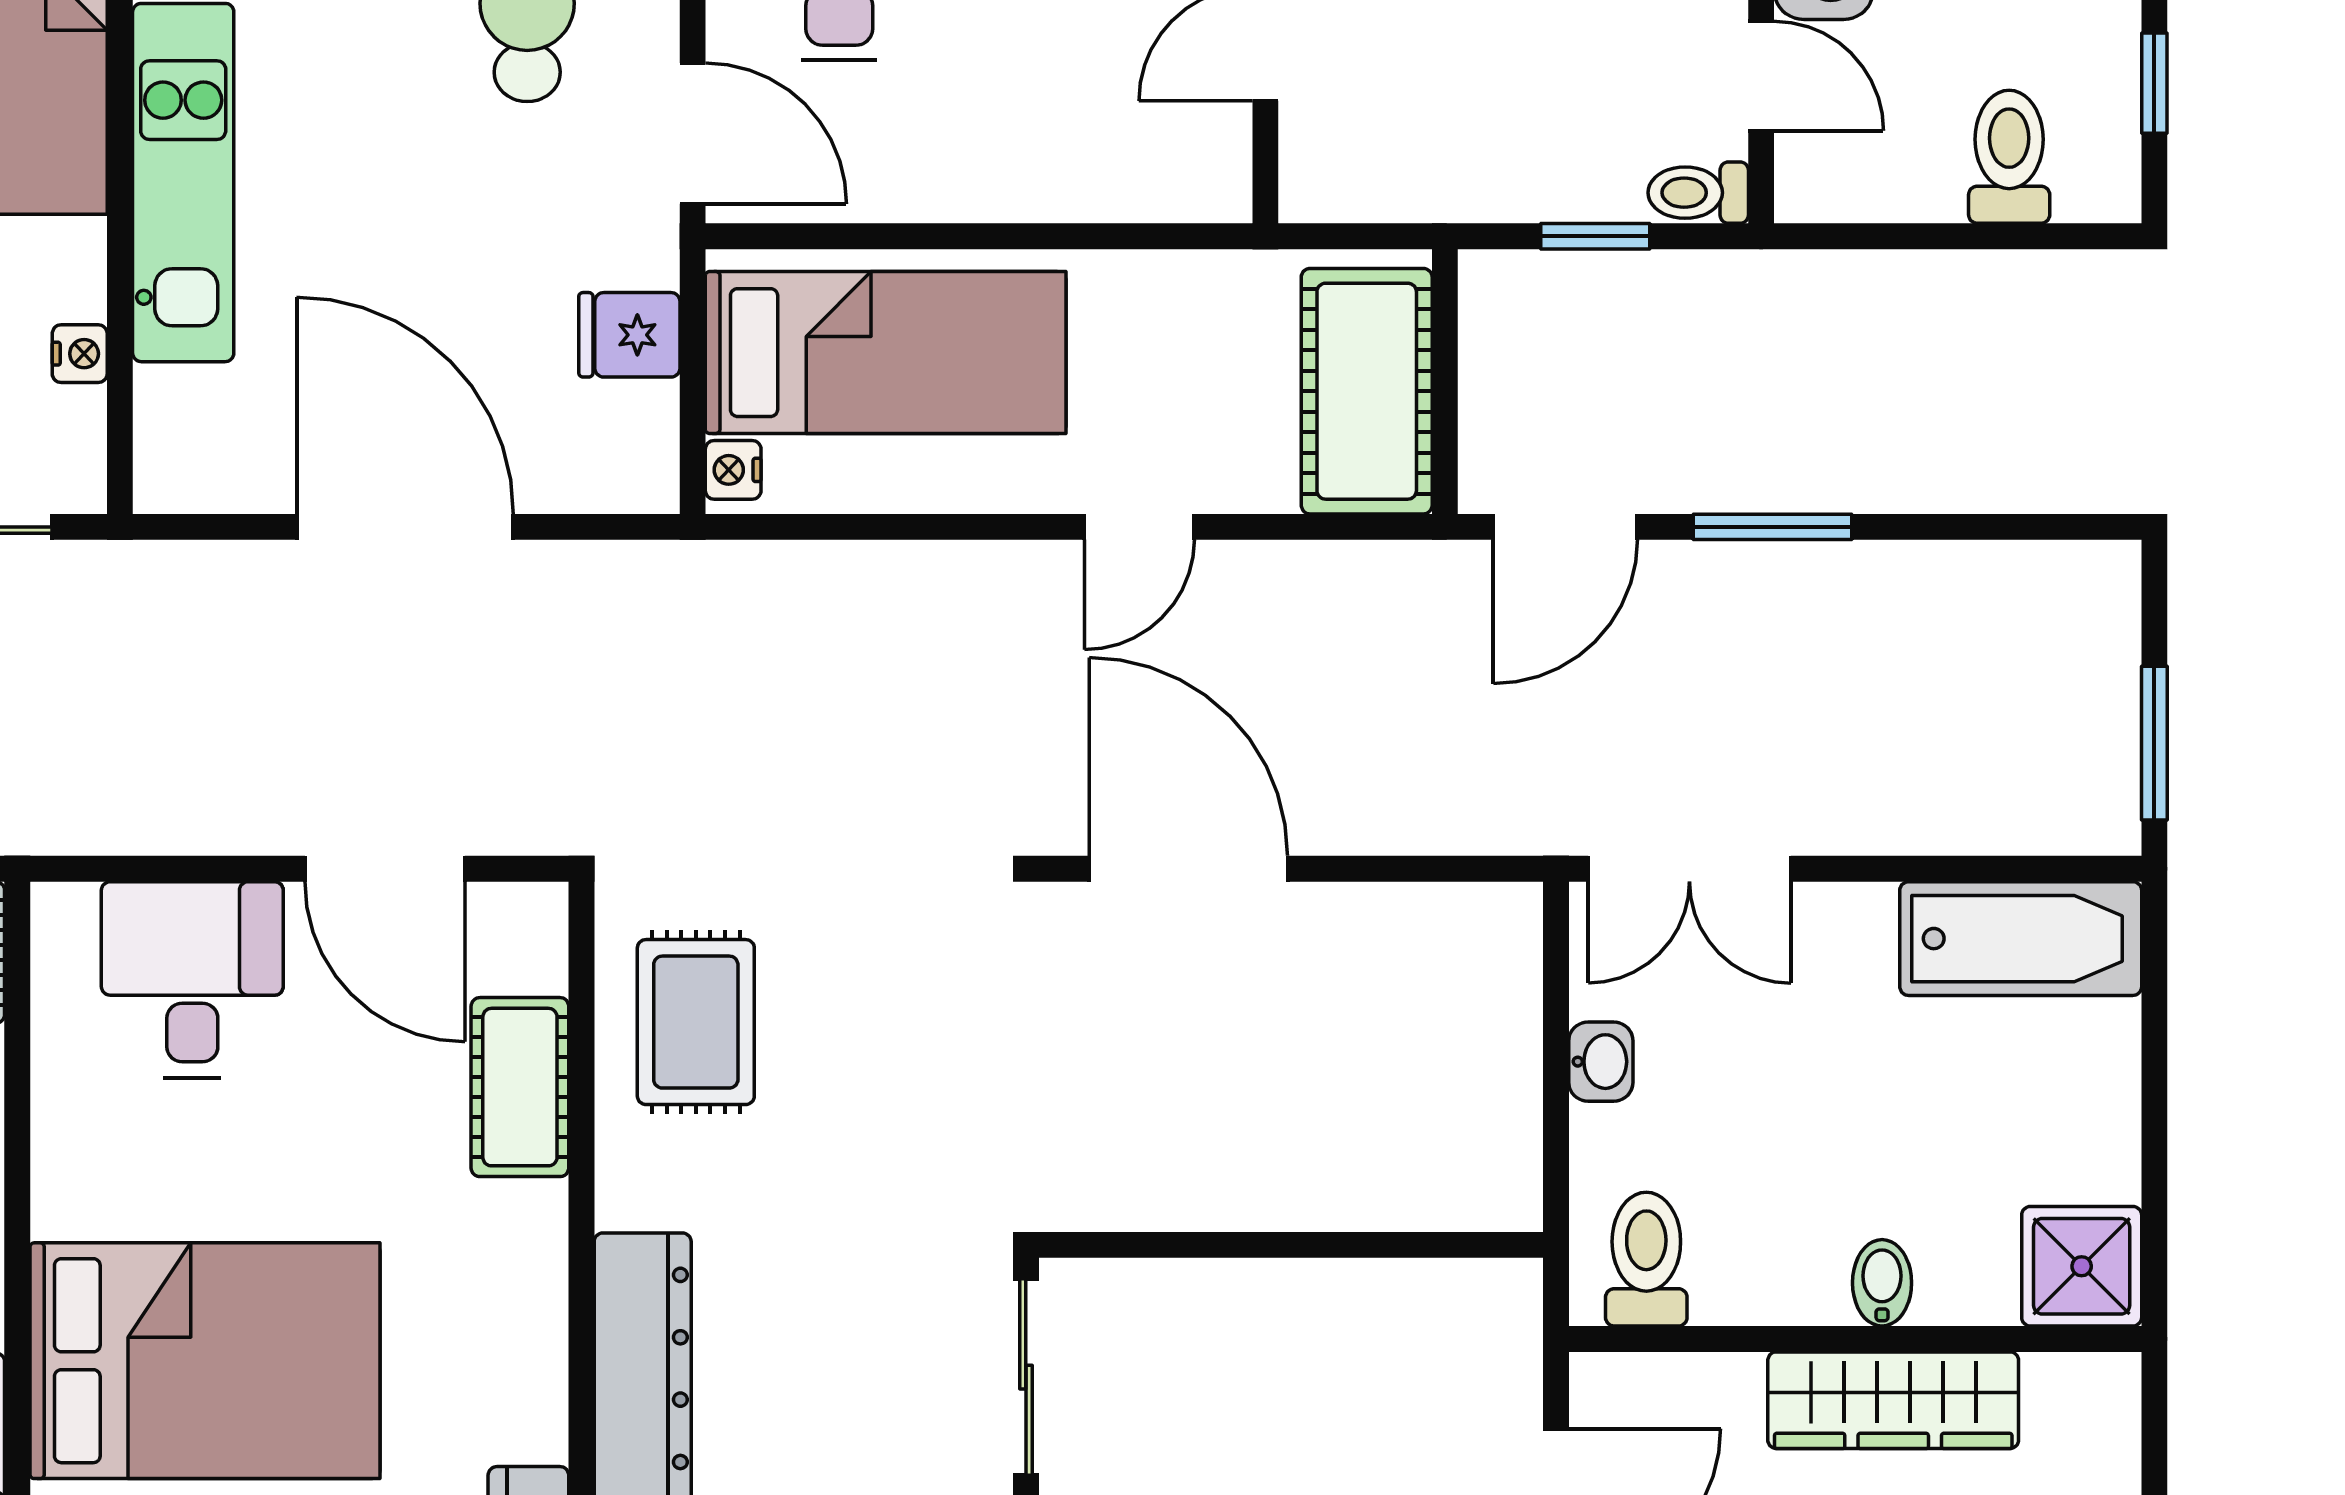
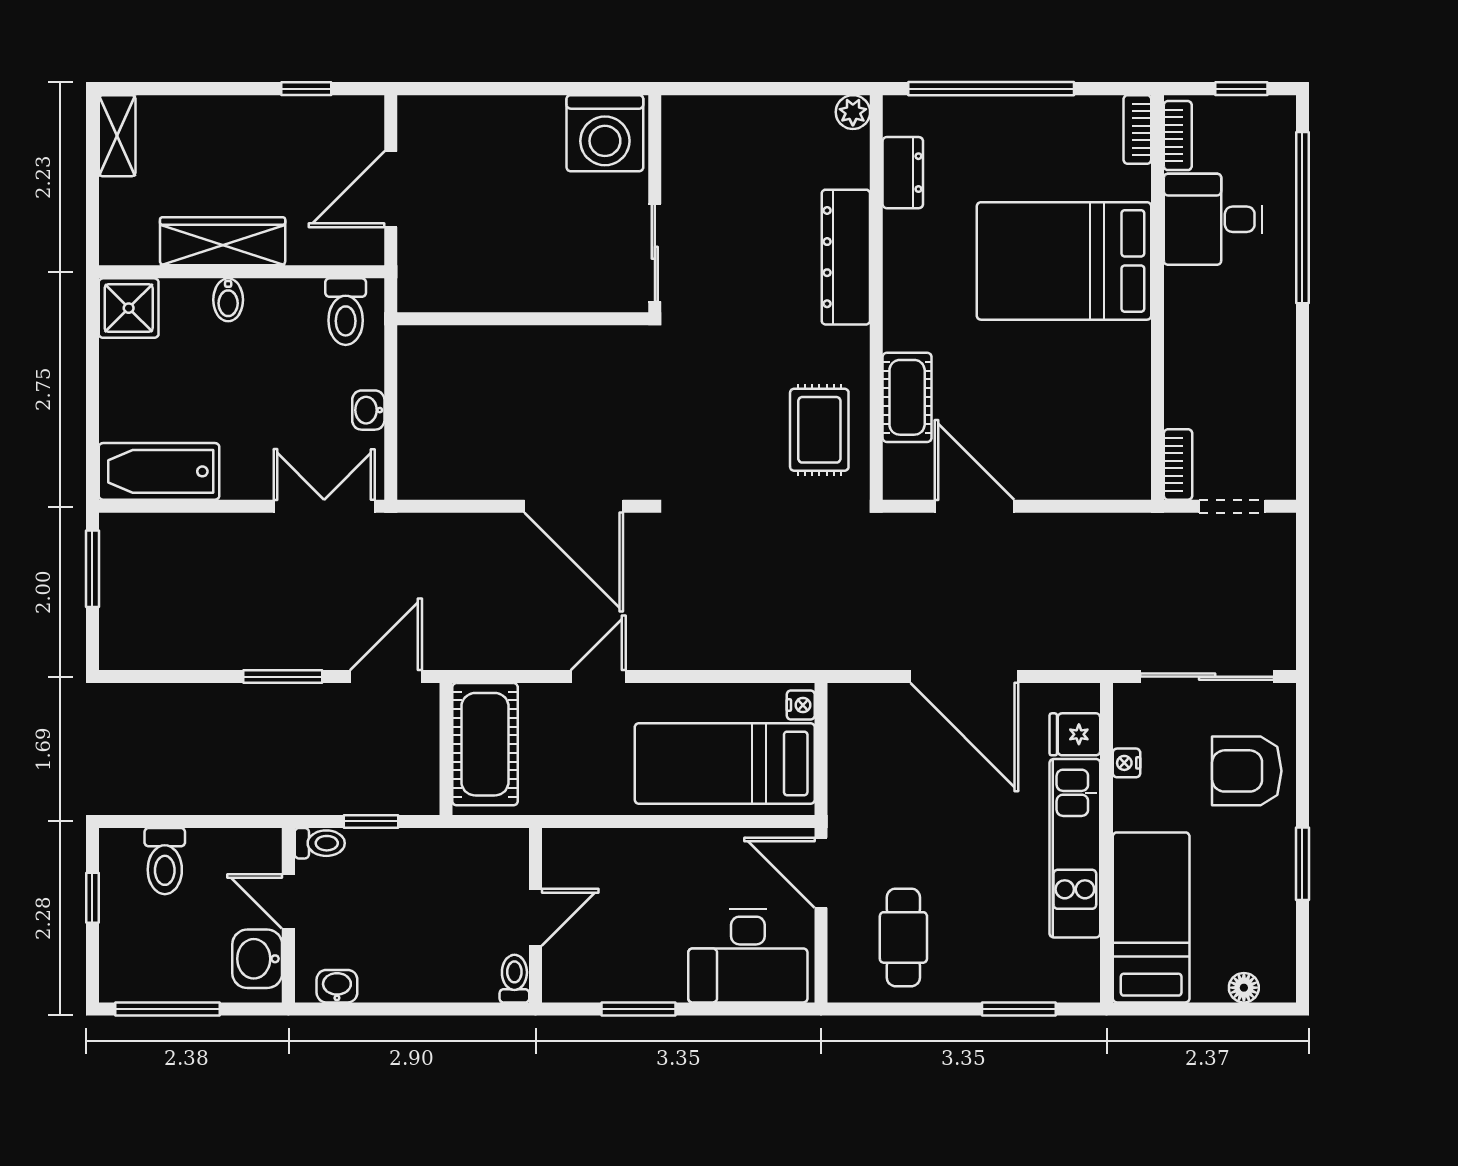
fridge: (629, 335) -> (1075, 734), moved, turned 180
desk: (192, 980) -> (1070, 451), removed

